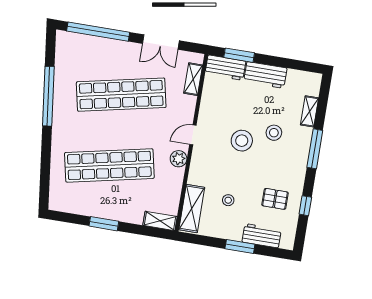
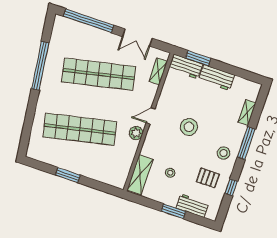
stool: (274, 133) -> (224, 153), moved
shelving: (160, 221) -> (113, 180), removed

